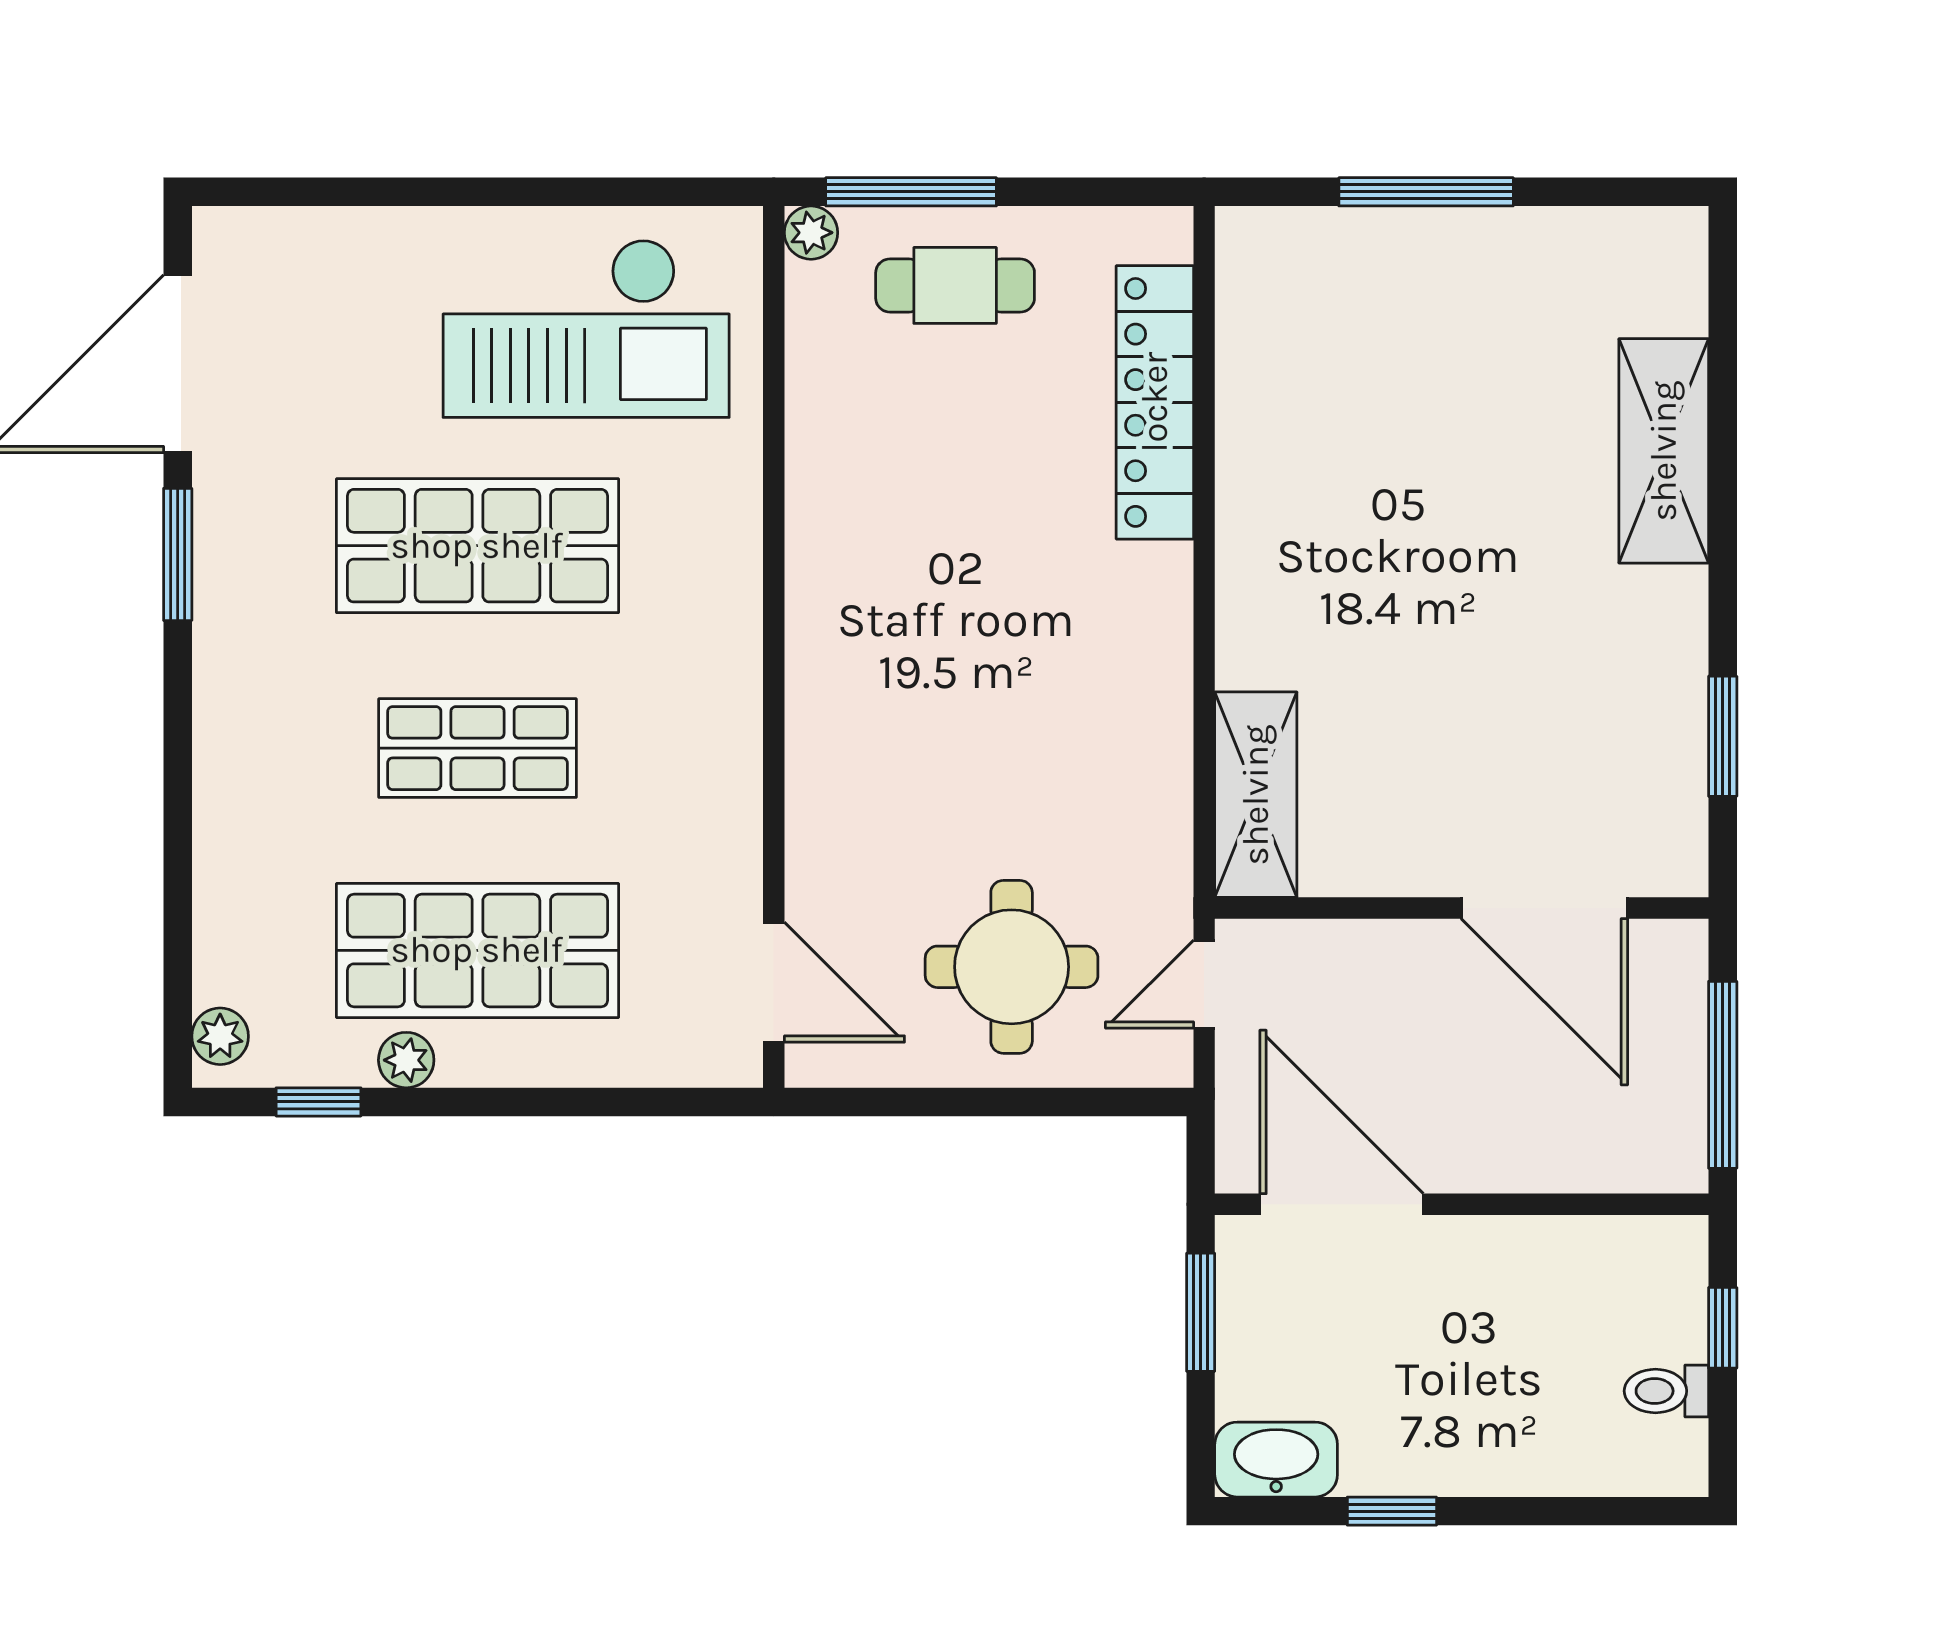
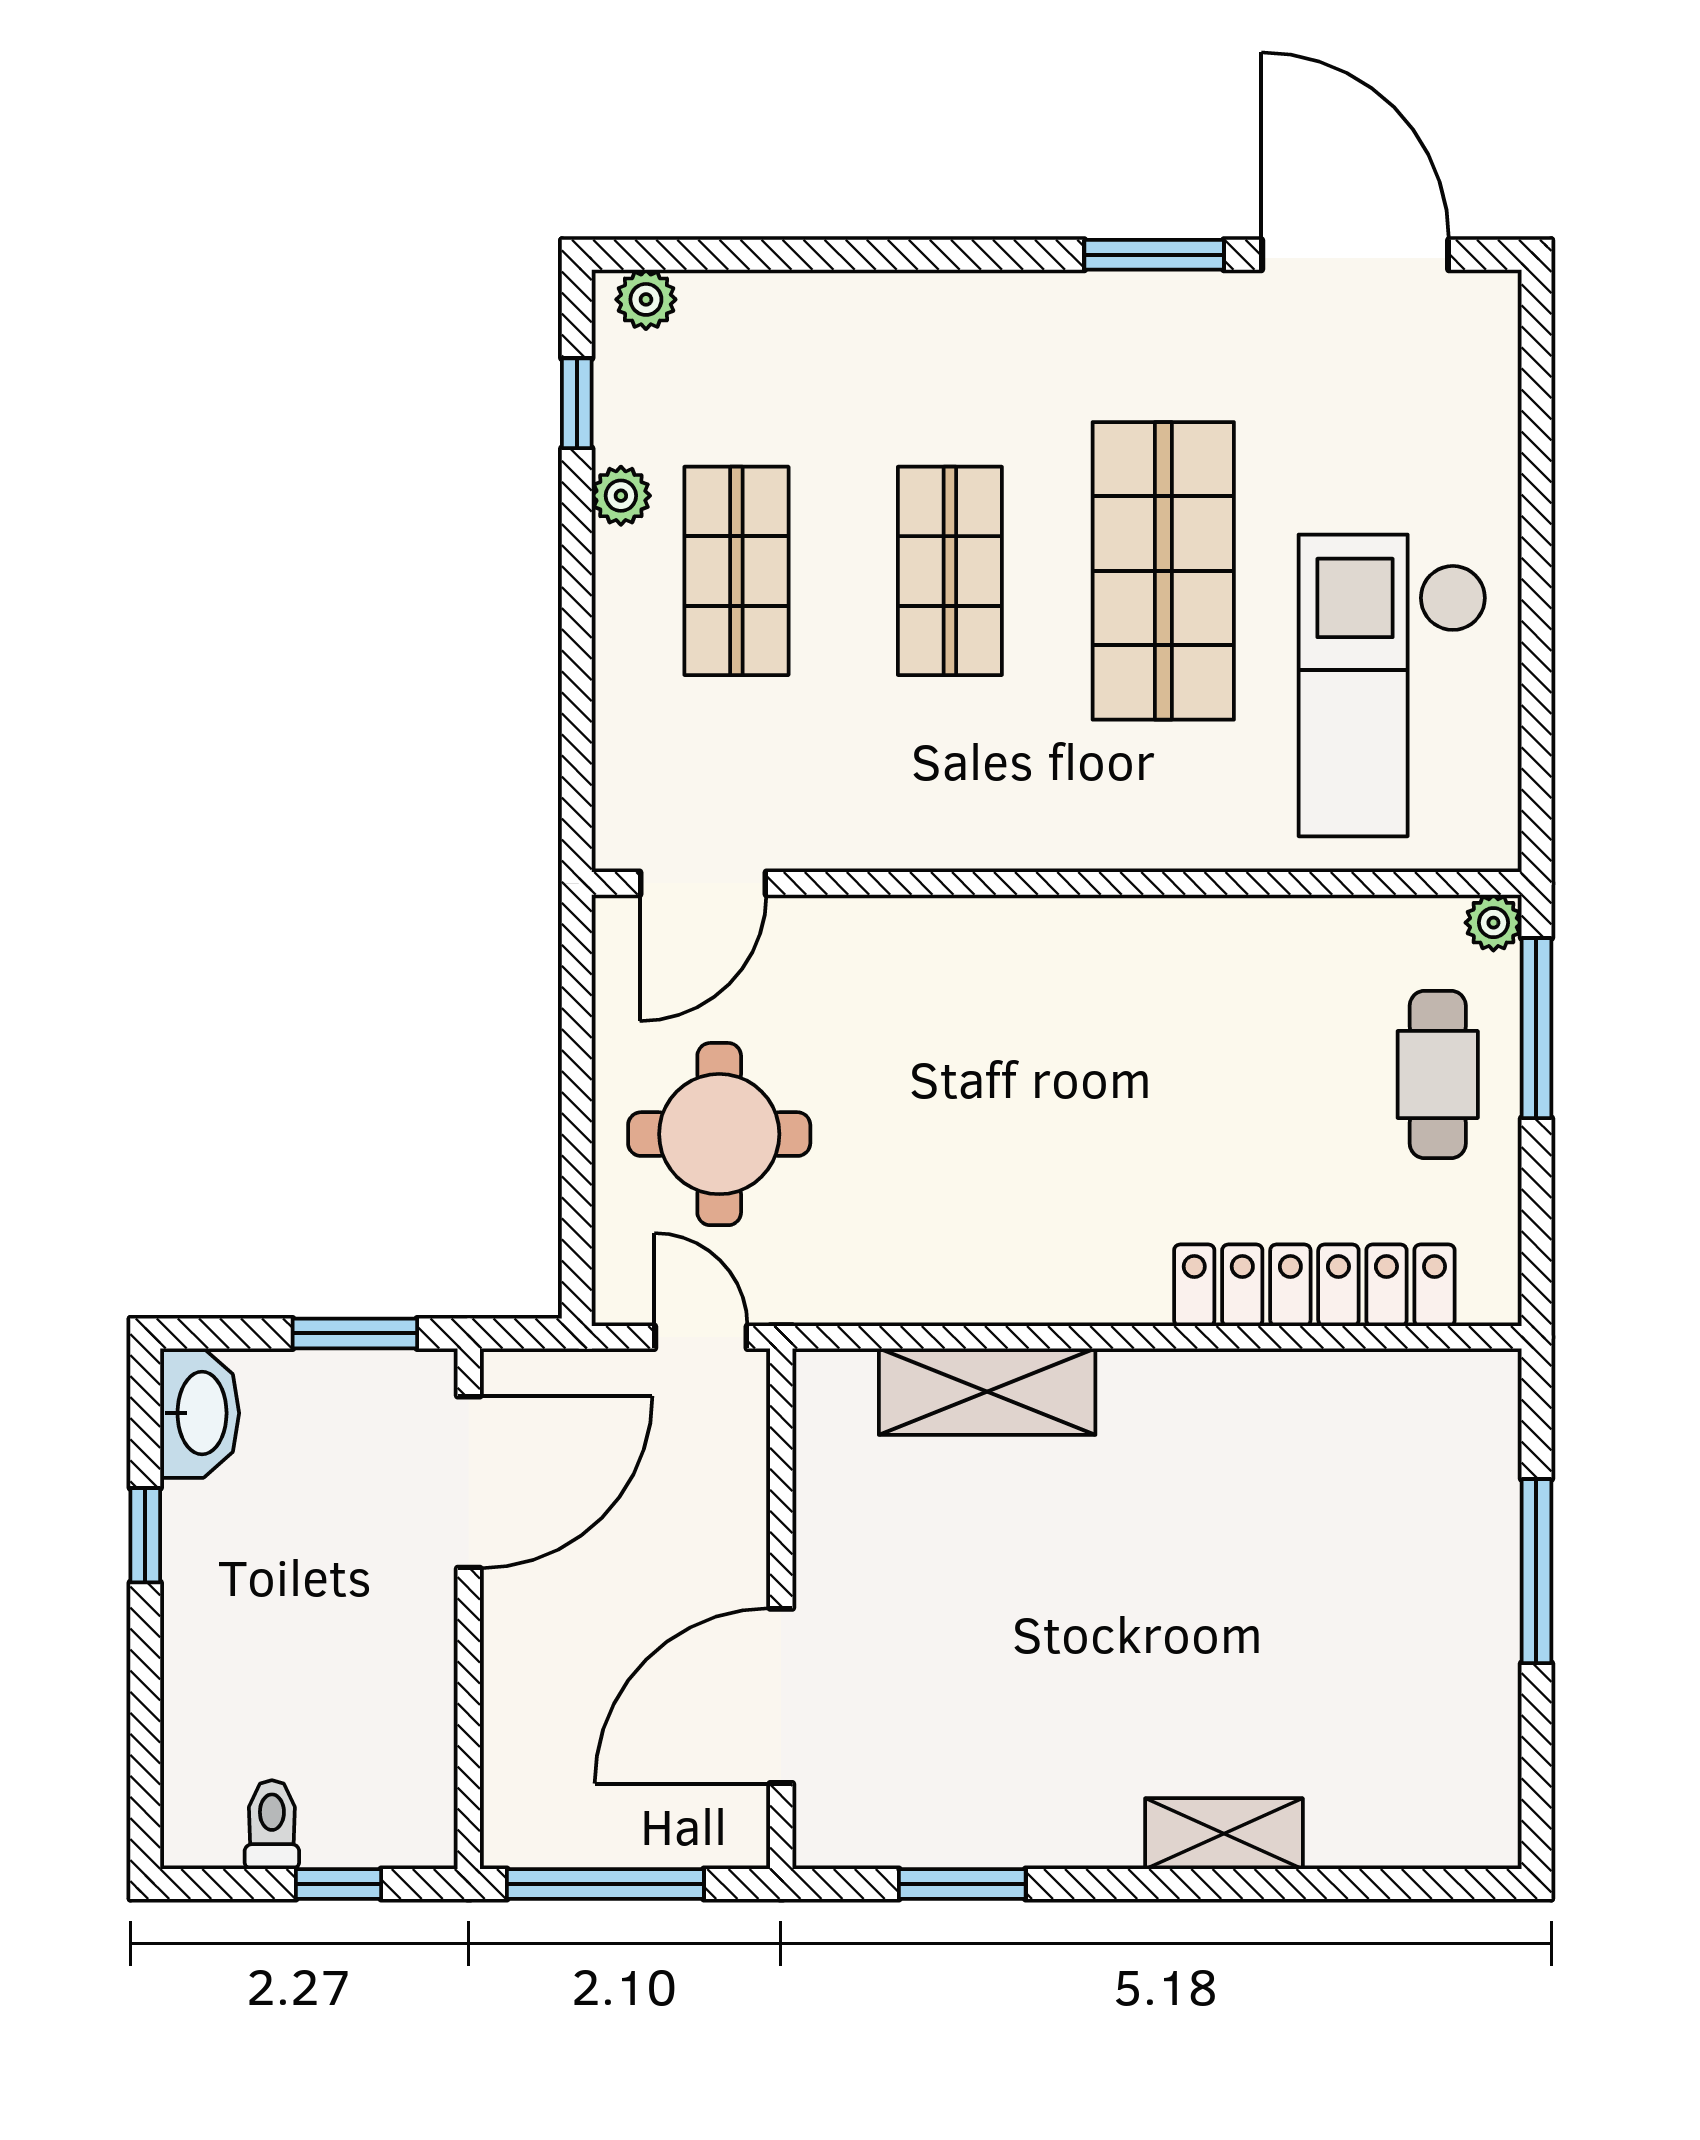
shelving: (1664, 451) -> (1224, 1834), width x0.67, depth x0.75
shelving: (1256, 795) -> (987, 1392), moved
shop shelf: (477, 950) -> (736, 571), width x0.70, depth x0.74

